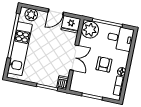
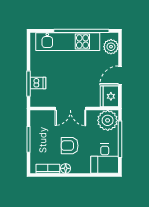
door: (56, 12) -> (120, 75), hinge flipped
armchair: (104, 64) -> (70, 146), turned 180
dishwasher: (63, 83) -> (38, 83), moved

